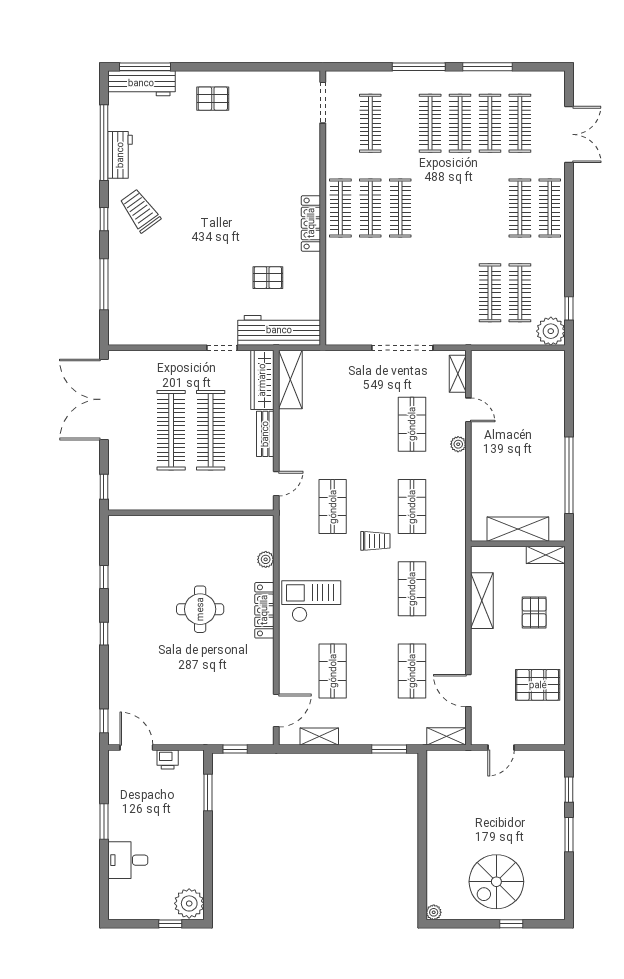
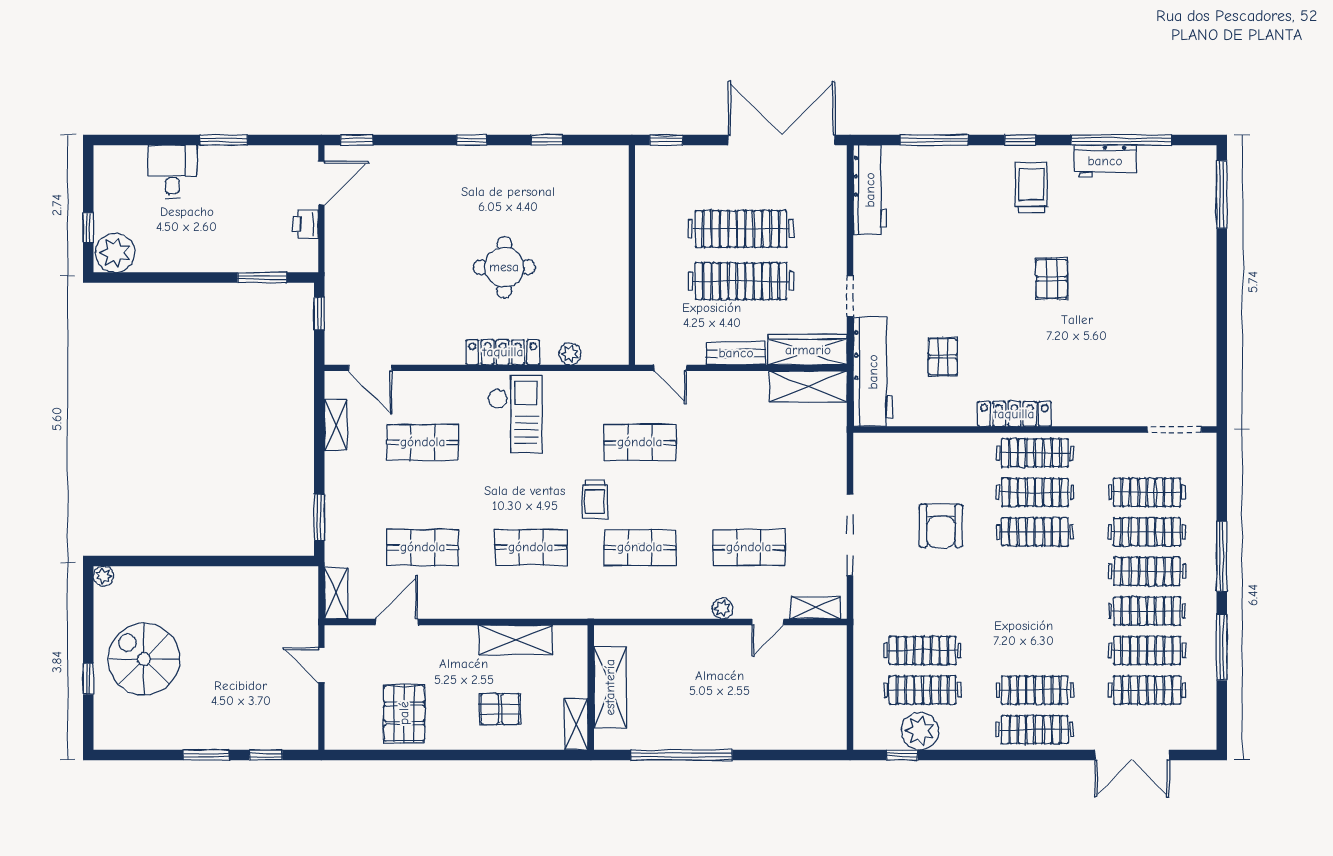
workbench: (141, 83) -> (870, 190), moved, turned 180
pallet: (213, 99) -> (1052, 279), moved
clothes rail: (400, 123) -> (1147, 532), added
trolley: (140, 211) -> (1031, 188), turned -54
armchair: (396, 279) -> (941, 526), added
plant: (551, 331) -> (920, 731), moved

